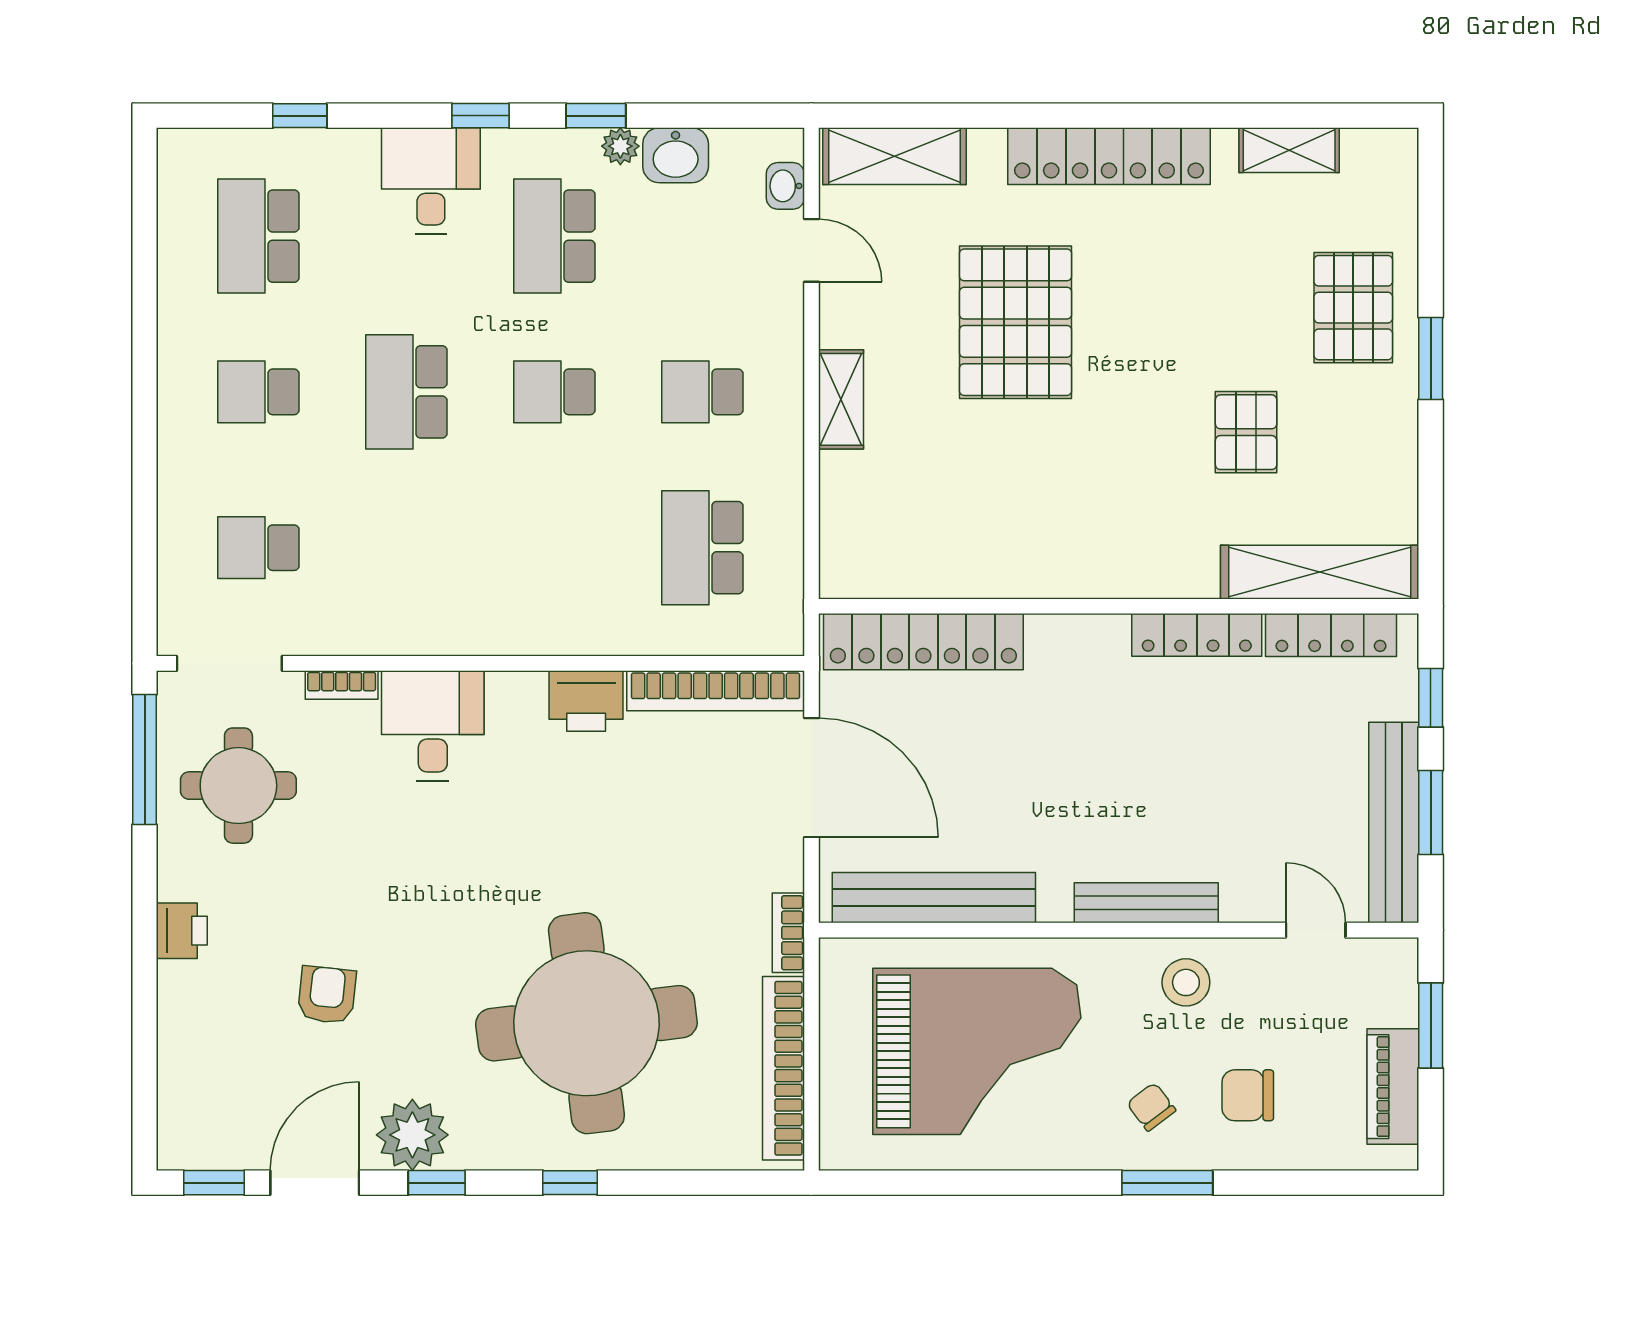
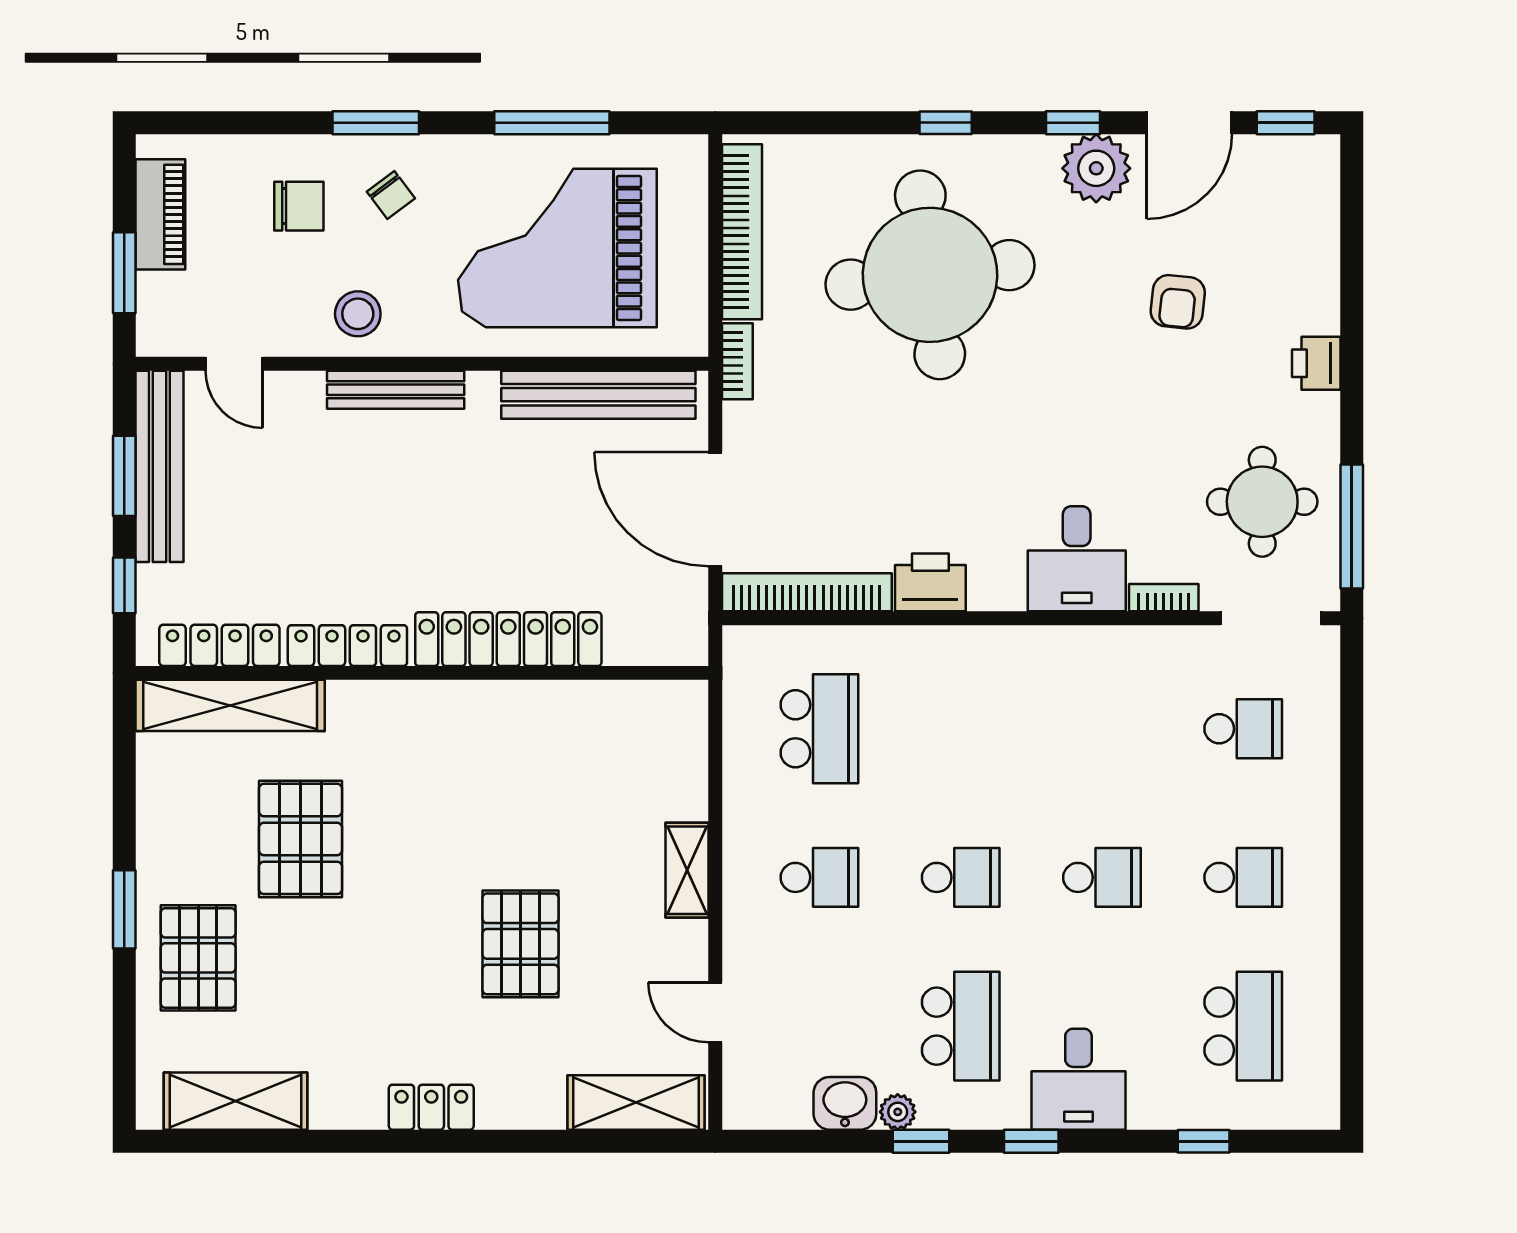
shelving: (1289, 150) -> (235, 1101), width x1.50, depth x1.33
locker: (1109, 156) -> (431, 1107), width x0.46, depth x0.83
washbasin: (785, 186) -> (740, 1074), removed
pallet: (1016, 322) -> (520, 944), width x0.73, depth x0.71
school desk: (406, 392) -> (1102, 877), width x0.54
pallet: (1246, 432) -> (300, 839), width x1.50, depth x1.42
locker: (923, 642) -> (508, 639), moved
window: (983, 1183) -> (552, 123), added

